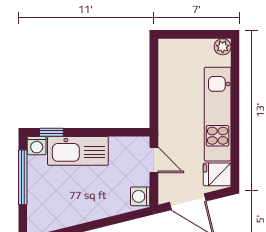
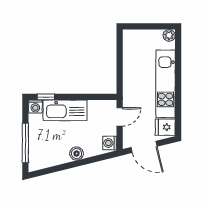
door: (154, 160) -> (120, 117), hinge flipped
window: (23, 177) -> (25, 143), moved
boiler: (94, 211) -> (77, 154), added

